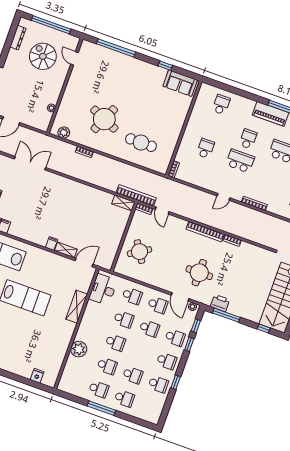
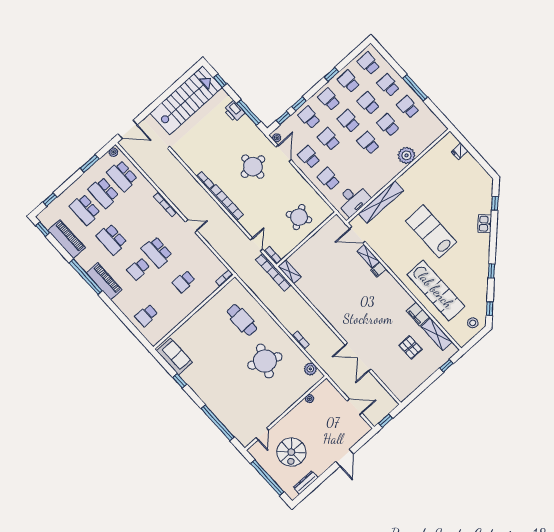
printer: (220, 303) -> (234, 111), moved
shelving: (77, 307) -> (381, 202), width x1.47
school desk: (124, 319) -> (349, 121), moved
school desk: (150, 408) -> (369, 63), added

